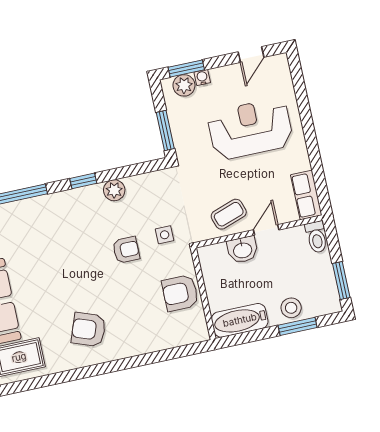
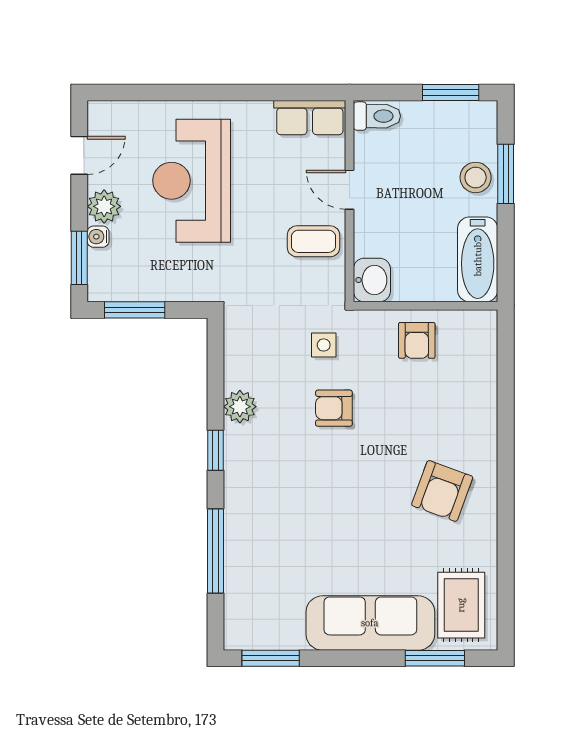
door: (251, 55) -> (79, 155), hinge flipped
plant: (184, 85) -> (104, 206), moved
window: (165, 131) -> (135, 310), moved
coffee table: (229, 214) -> (313, 241), turned -71
armchair: (126, 250) -> (334, 408), turned -90
washbasin: (242, 250) -> (372, 280), moved
armchair: (180, 293) -> (417, 340), width x0.72, depth x0.72

